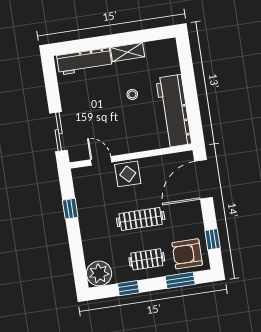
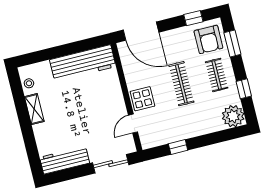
workbench: (84, 61) -> (65, 160), moved, turned -90
stool: (132, 94) -> (29, 83), moved

